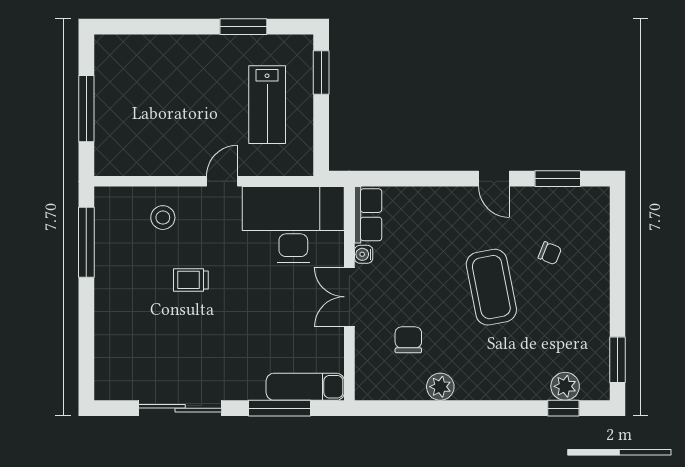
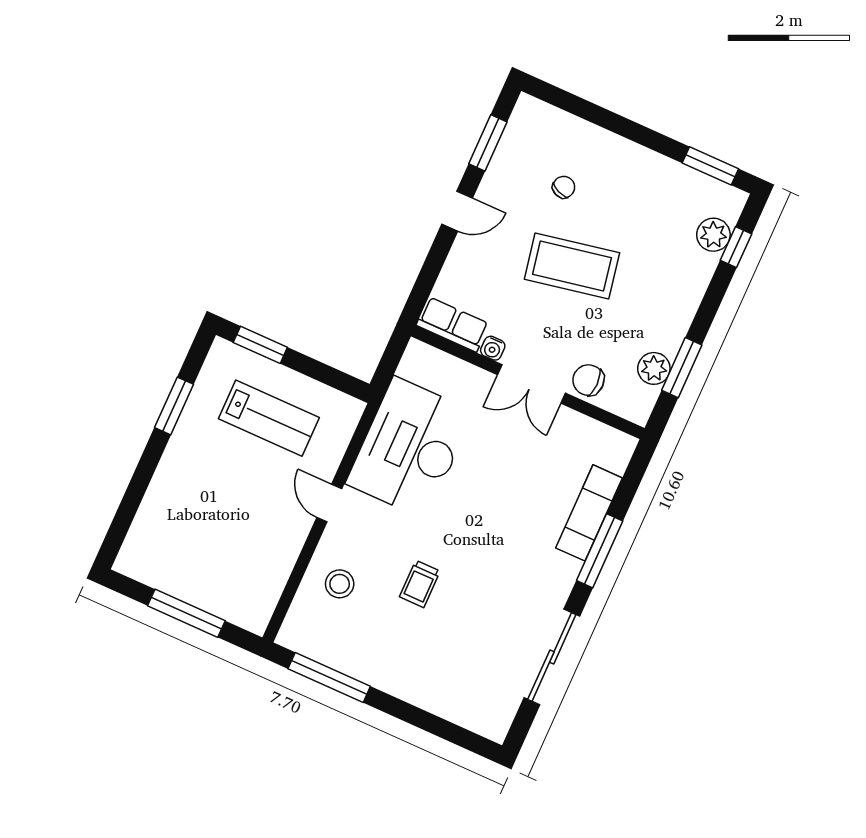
row of seats: (368, 215) -> (453, 324), moved
water cooler: (364, 254) -> (493, 348), moved
wall: (349, 293) -> (528, 382), moved
double door: (349, 297) -> (531, 384), moved
window: (451, 408) -> (682, 368), added

